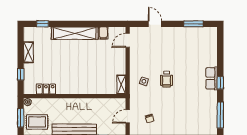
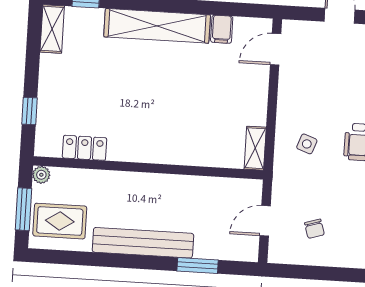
shelving: (28, 52) -> (52, 29), moved

